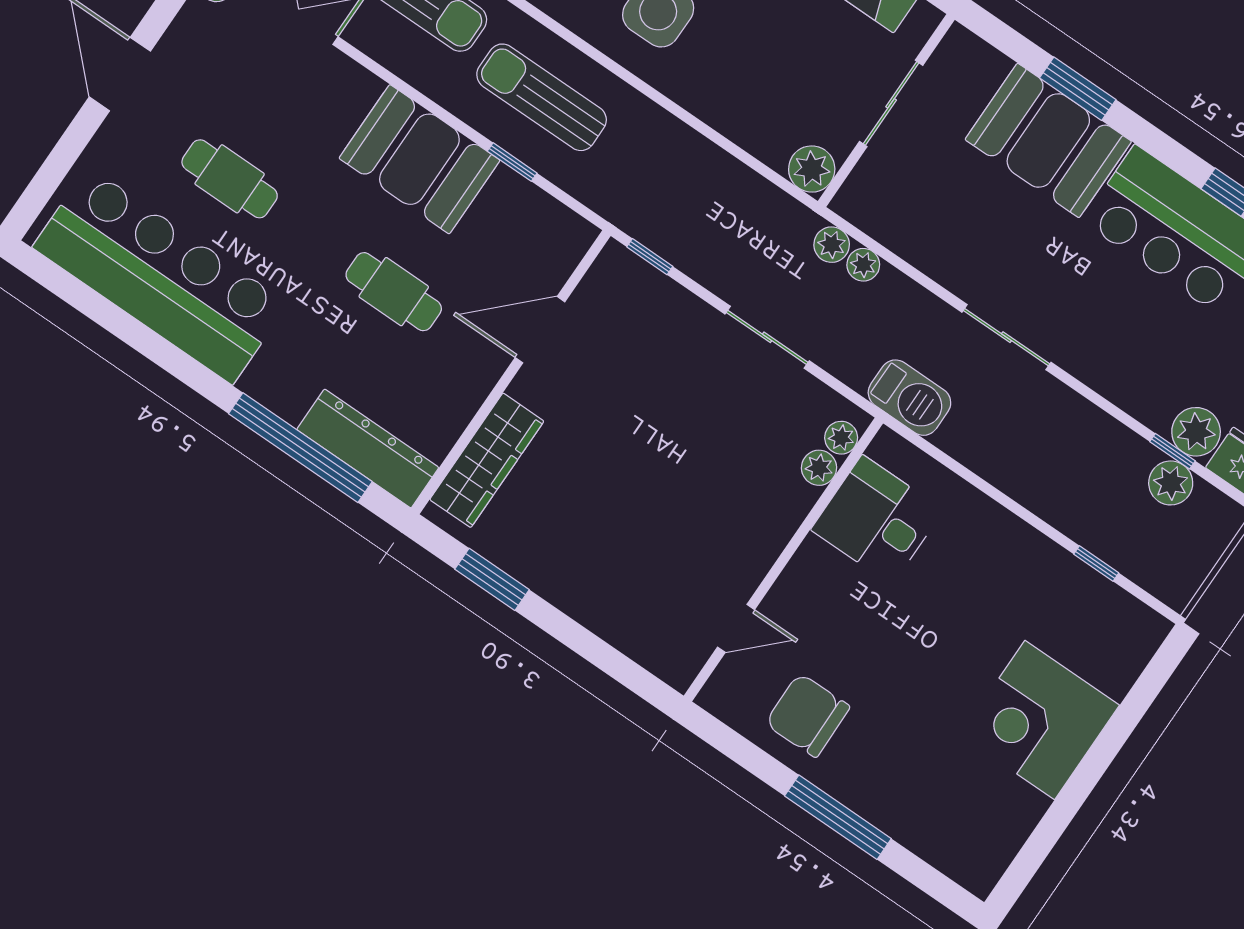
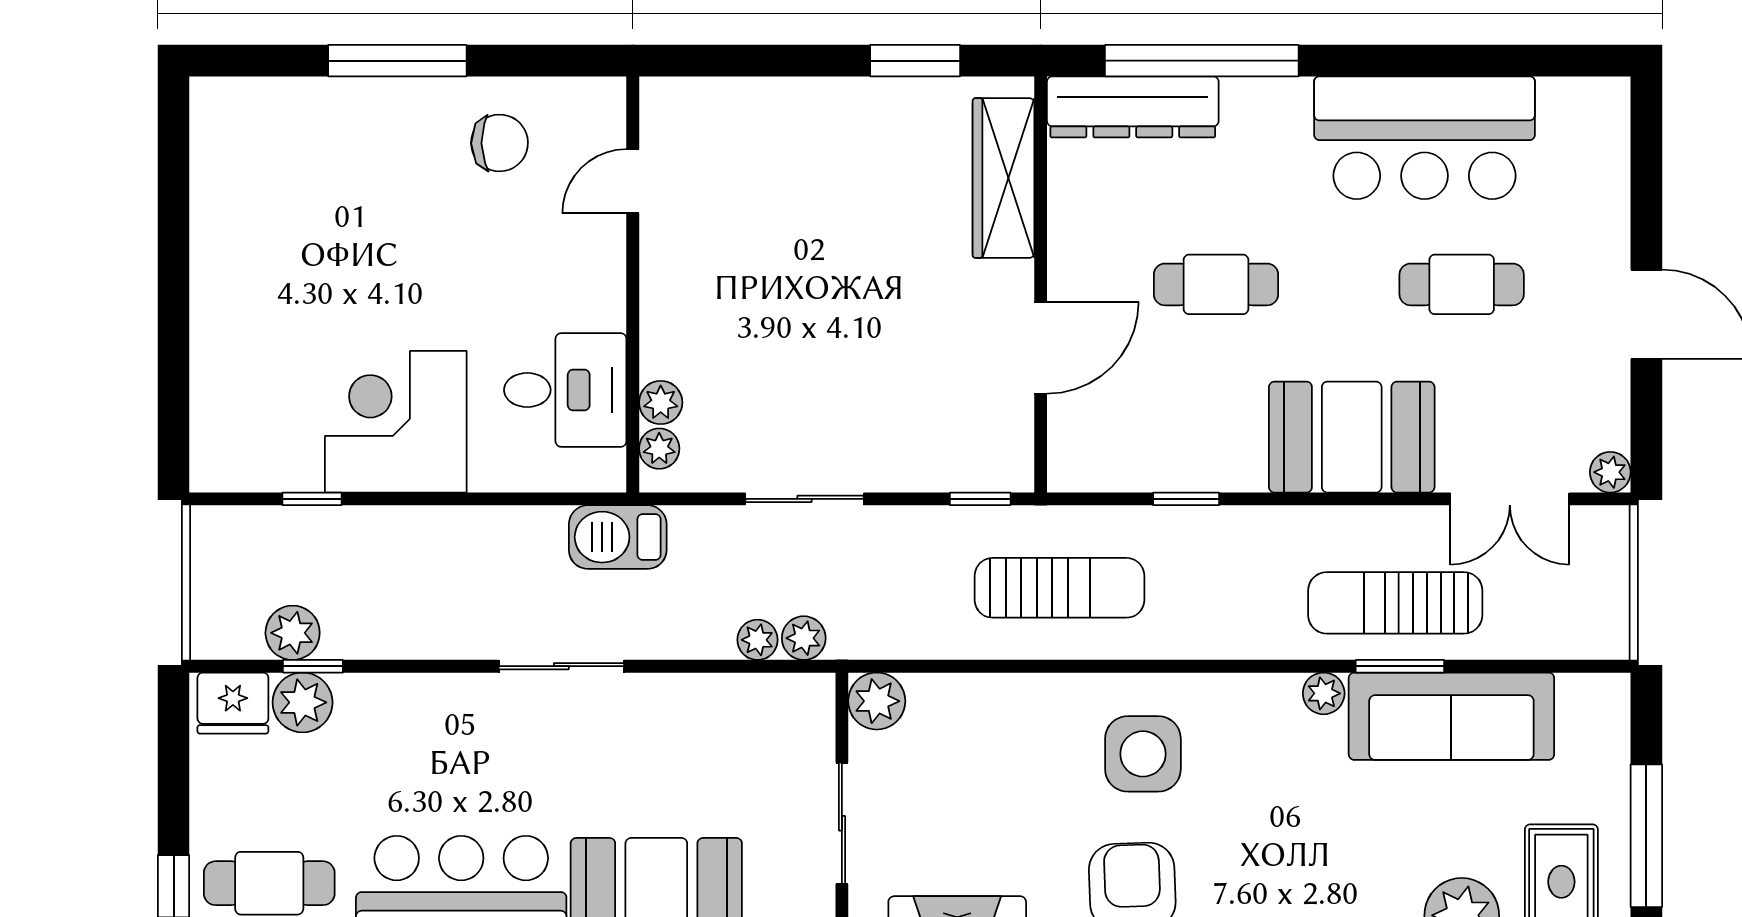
sun lounger: (542, 97) -> (1060, 588), moved
booth: (419, 159) -> (1352, 437), moved
bar counter: (160, 276) -> (1425, 138), width x0.73
chair: (807, 715) -> (500, 143), width x0.73, depth x0.73
corner desk: (1040, 720) -> (396, 422), moved, turned -90

